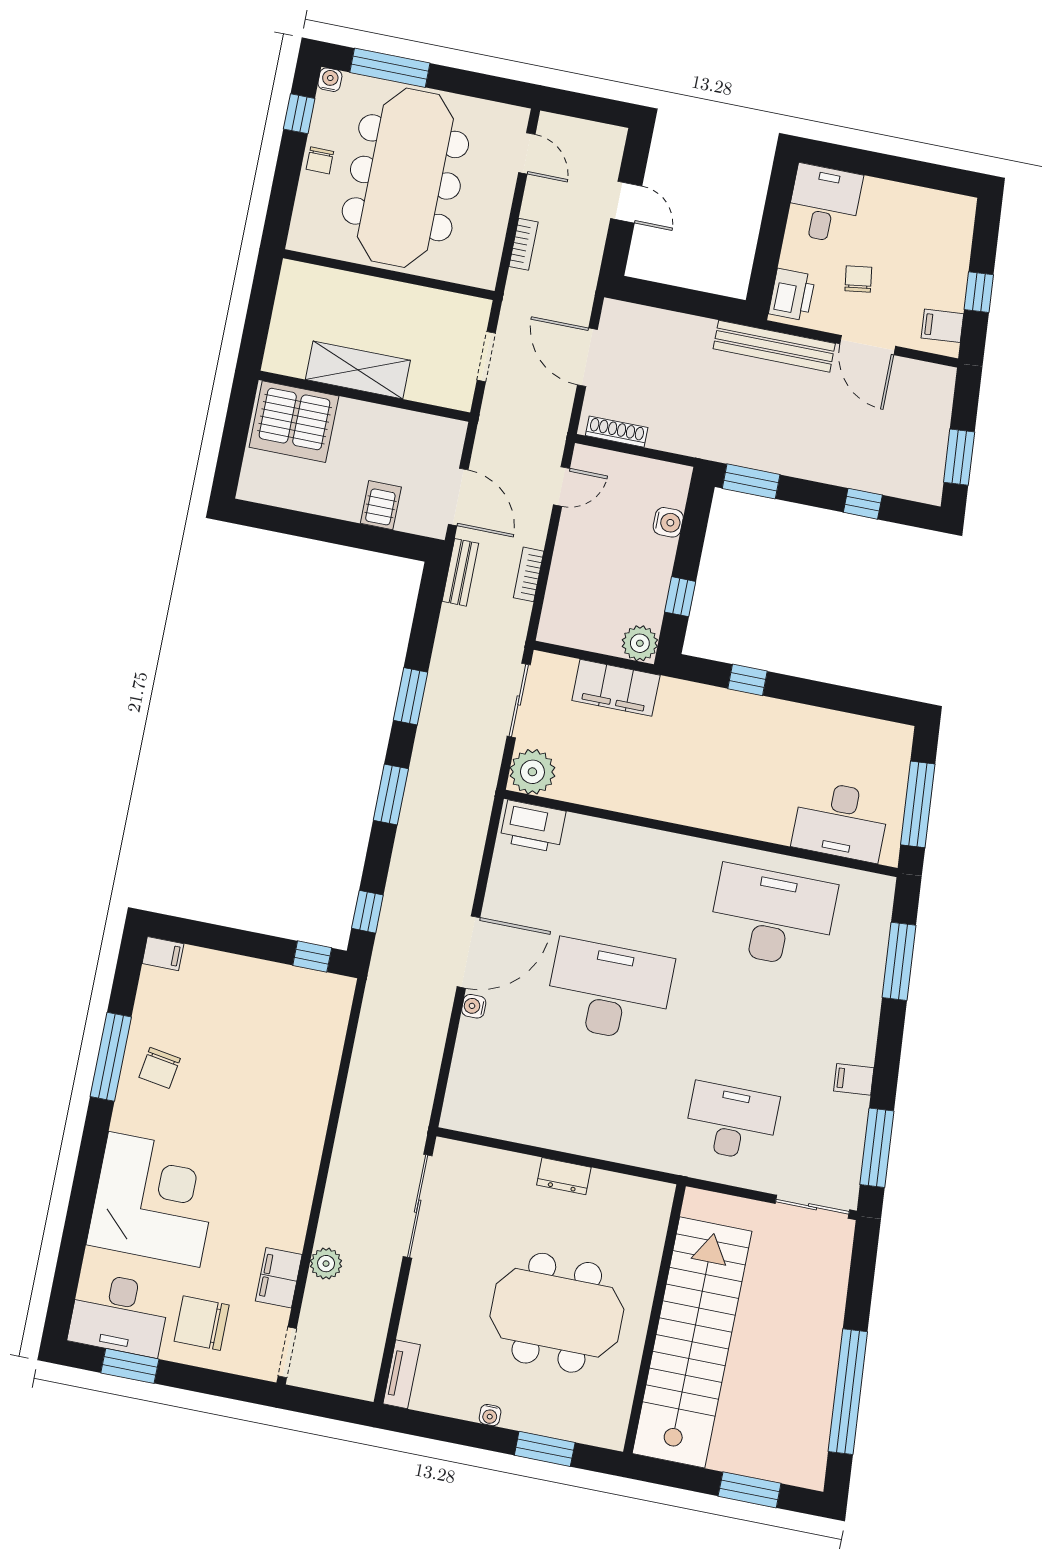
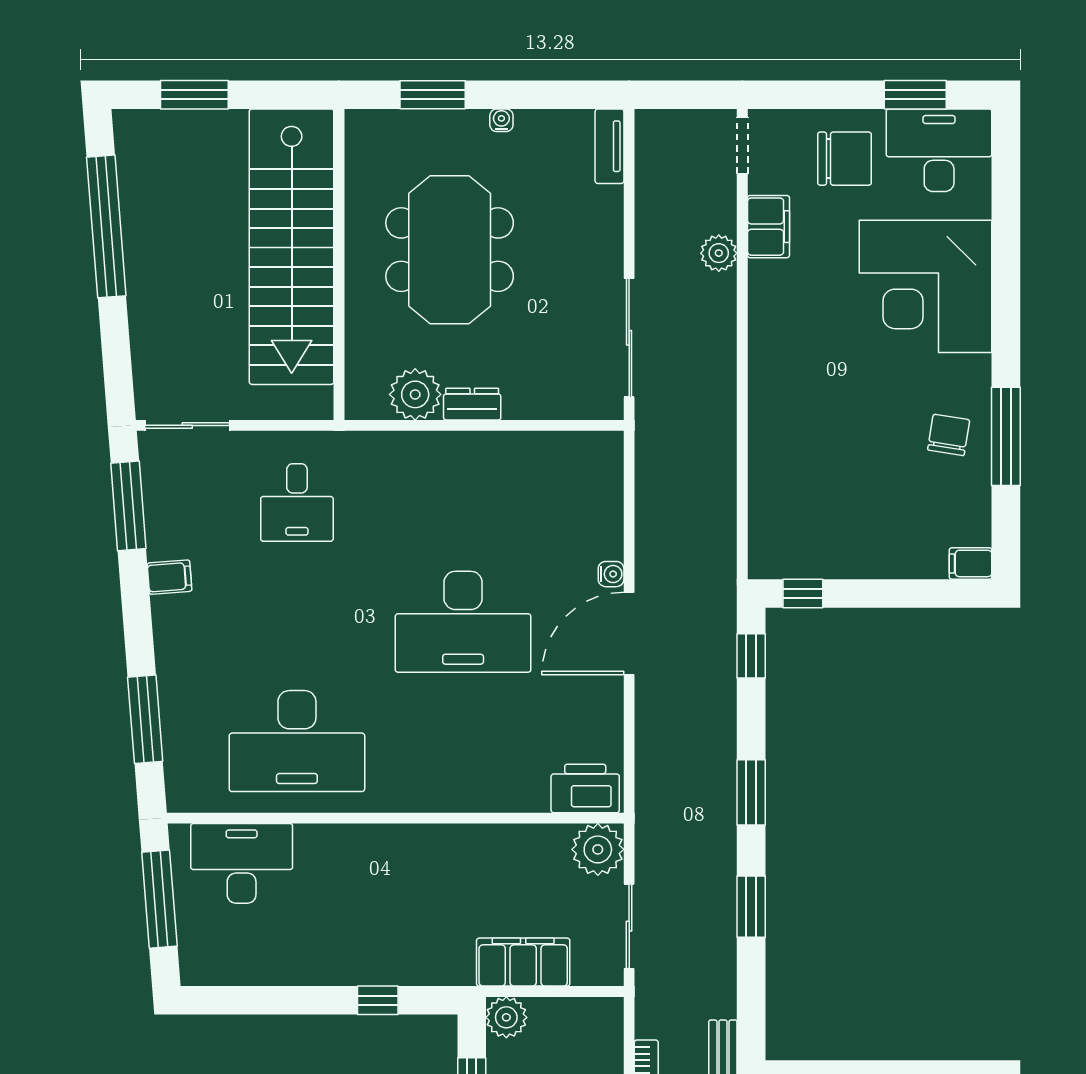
desk: (731, 1122) -> (297, 502), width x0.73
plant: (611, 1194) -> (415, 394), added
meeting table: (557, 1313) -> (450, 250), turned 90

